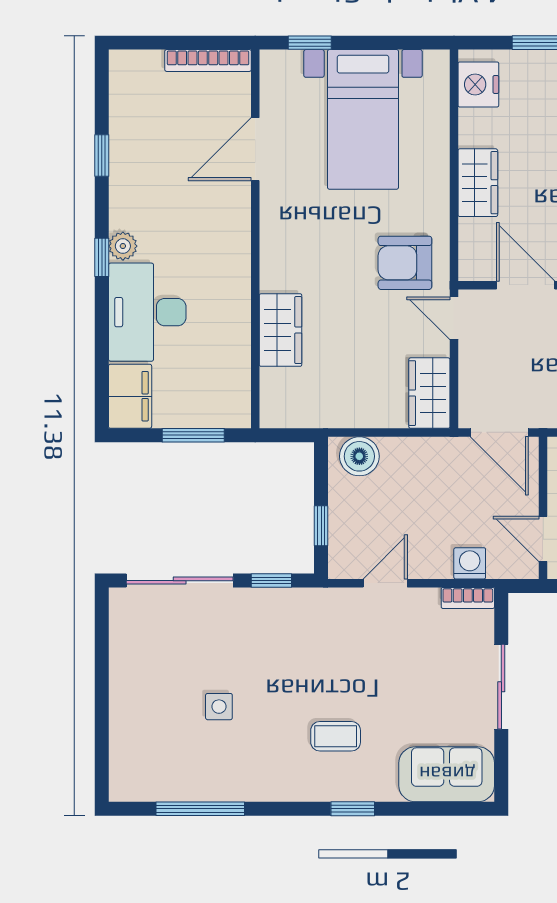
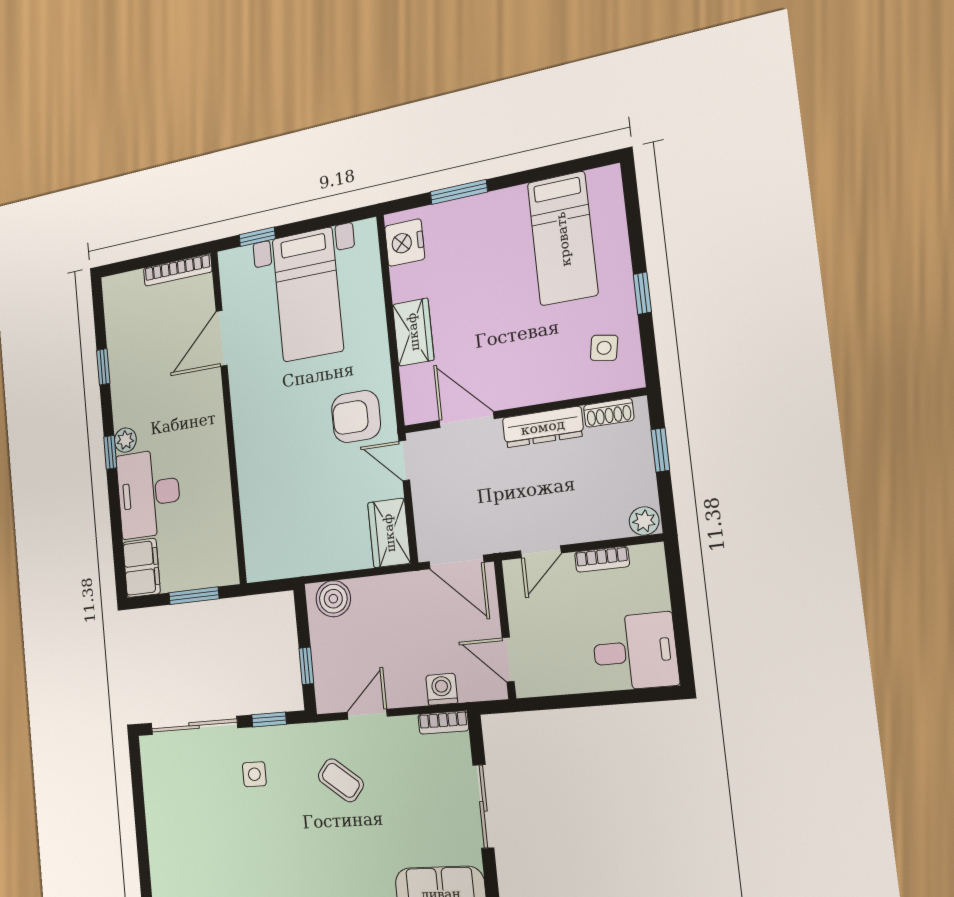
wardrobe: (281, 330) -> (256, 493), removed
side table: (219, 707) -> (254, 774), moved
coffee table: (336, 736) -> (341, 780), moved, turned 39

